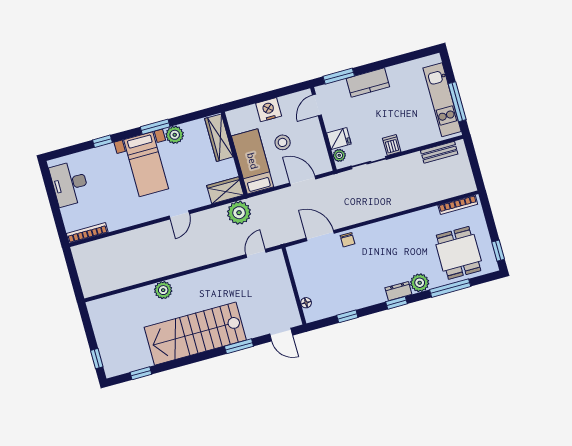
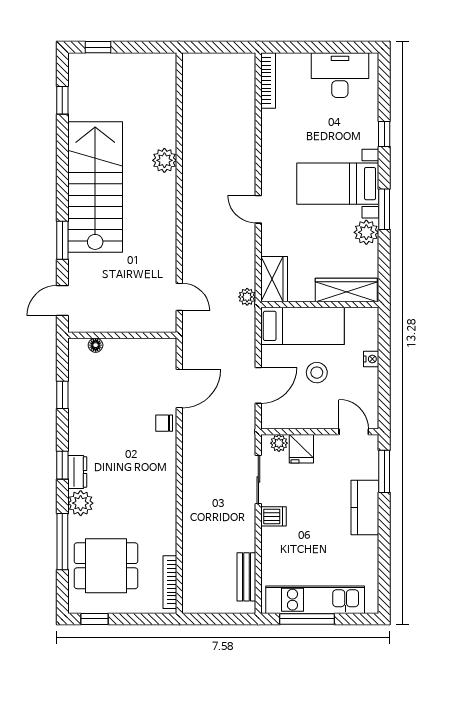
nightstand: (269, 110) -> (371, 359), width x0.53, depth x0.56
plant: (239, 213) -> (247, 297), width x0.53, depth x0.53

